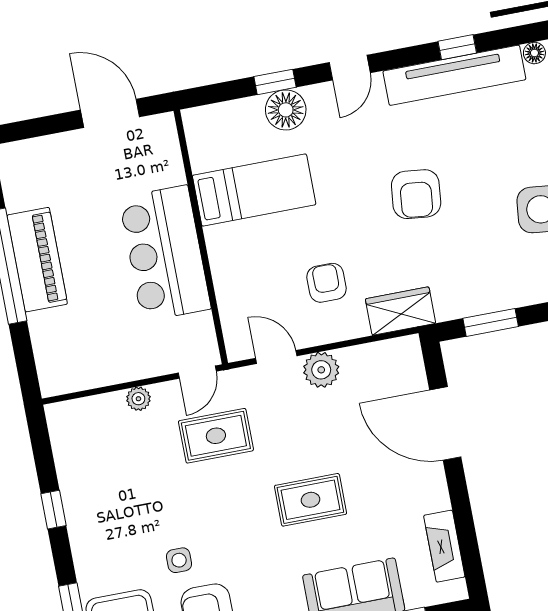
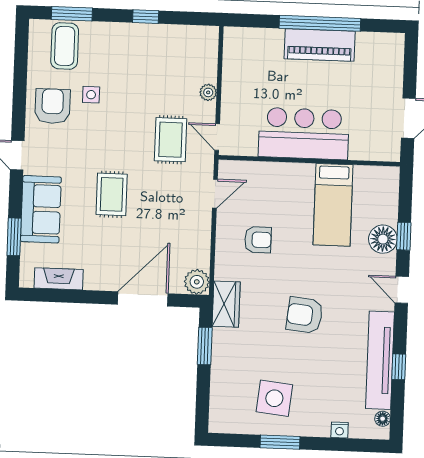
wardrobe: (400, 311) -> (226, 304), moved
plant: (321, 370) -> (197, 282), moved

